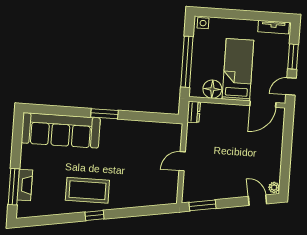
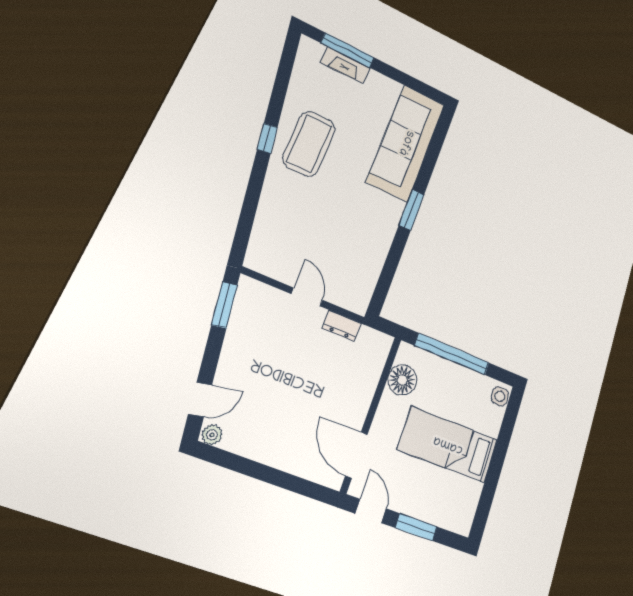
tv unit: (274, 27) -> (468, 506), removed
bed: (238, 70) -> (448, 445), moved, turned 180
dresser: (194, 112) -> (342, 326), moved

